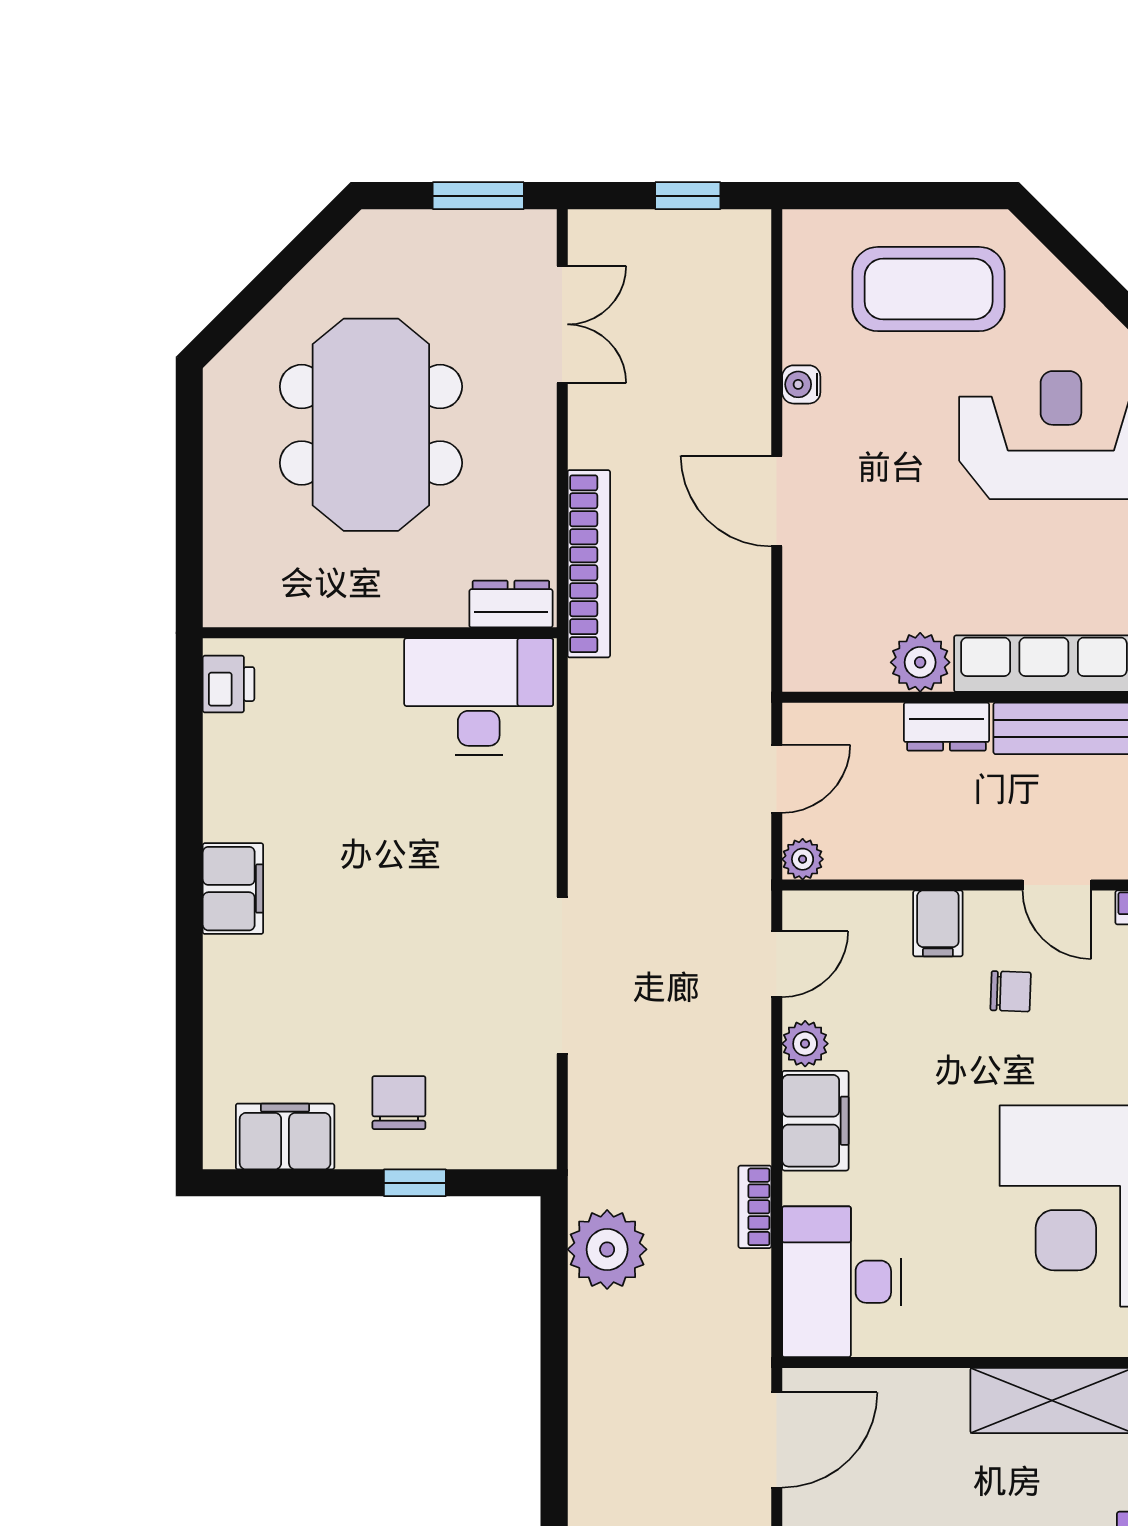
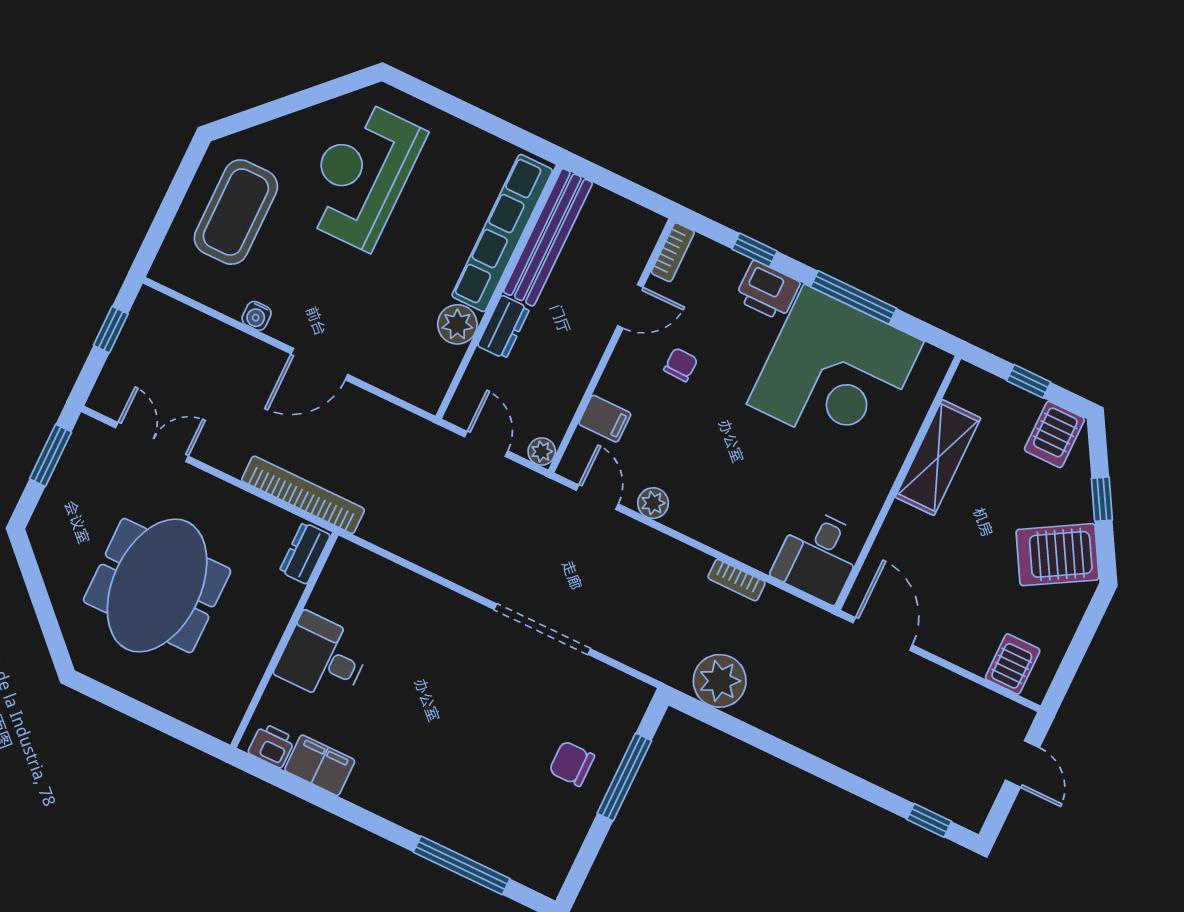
meeting table: (371, 425) -> (157, 586), turned 90
desk: (479, 697) -> (323, 658), moved, width x0.73
filing cabinet: (233, 889) -> (320, 765), moved
filing cabinet: (938, 923) -> (605, 419), moved
window: (189, 1019) -> (462, 865), added
filing cabinet: (815, 1121) -> (702, 519), removed
filing cabinet: (285, 1136) -> (559, 842), removed
window: (415, 1183) -> (624, 777), width x2.17
desk: (841, 1282) -> (819, 556), width x0.73

